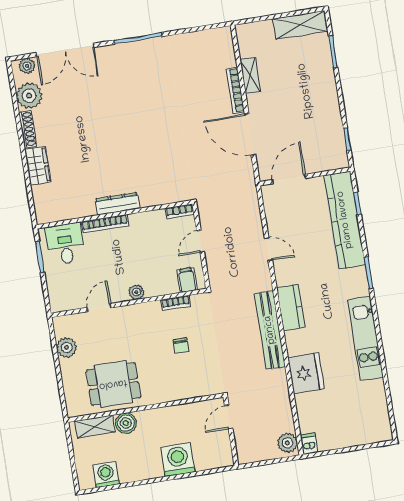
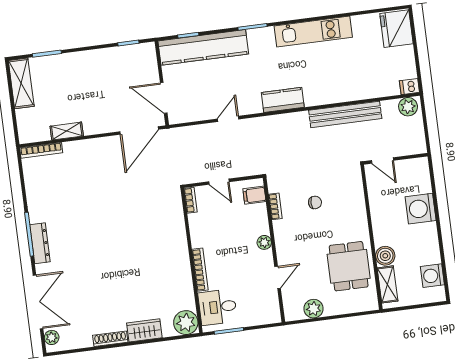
bookcase: (235, 90) -> (41, 150), moved
plant: (29, 96) -> (186, 323), moved
door: (250, 134) -> (139, 131), moved
dresser: (117, 204) -> (40, 243), moved, turned 180
door: (99, 308) -> (278, 277), swing flipped
bench: (270, 330) -> (345, 114), moved
fridge: (306, 373) -> (396, 29), moved, turned -90

